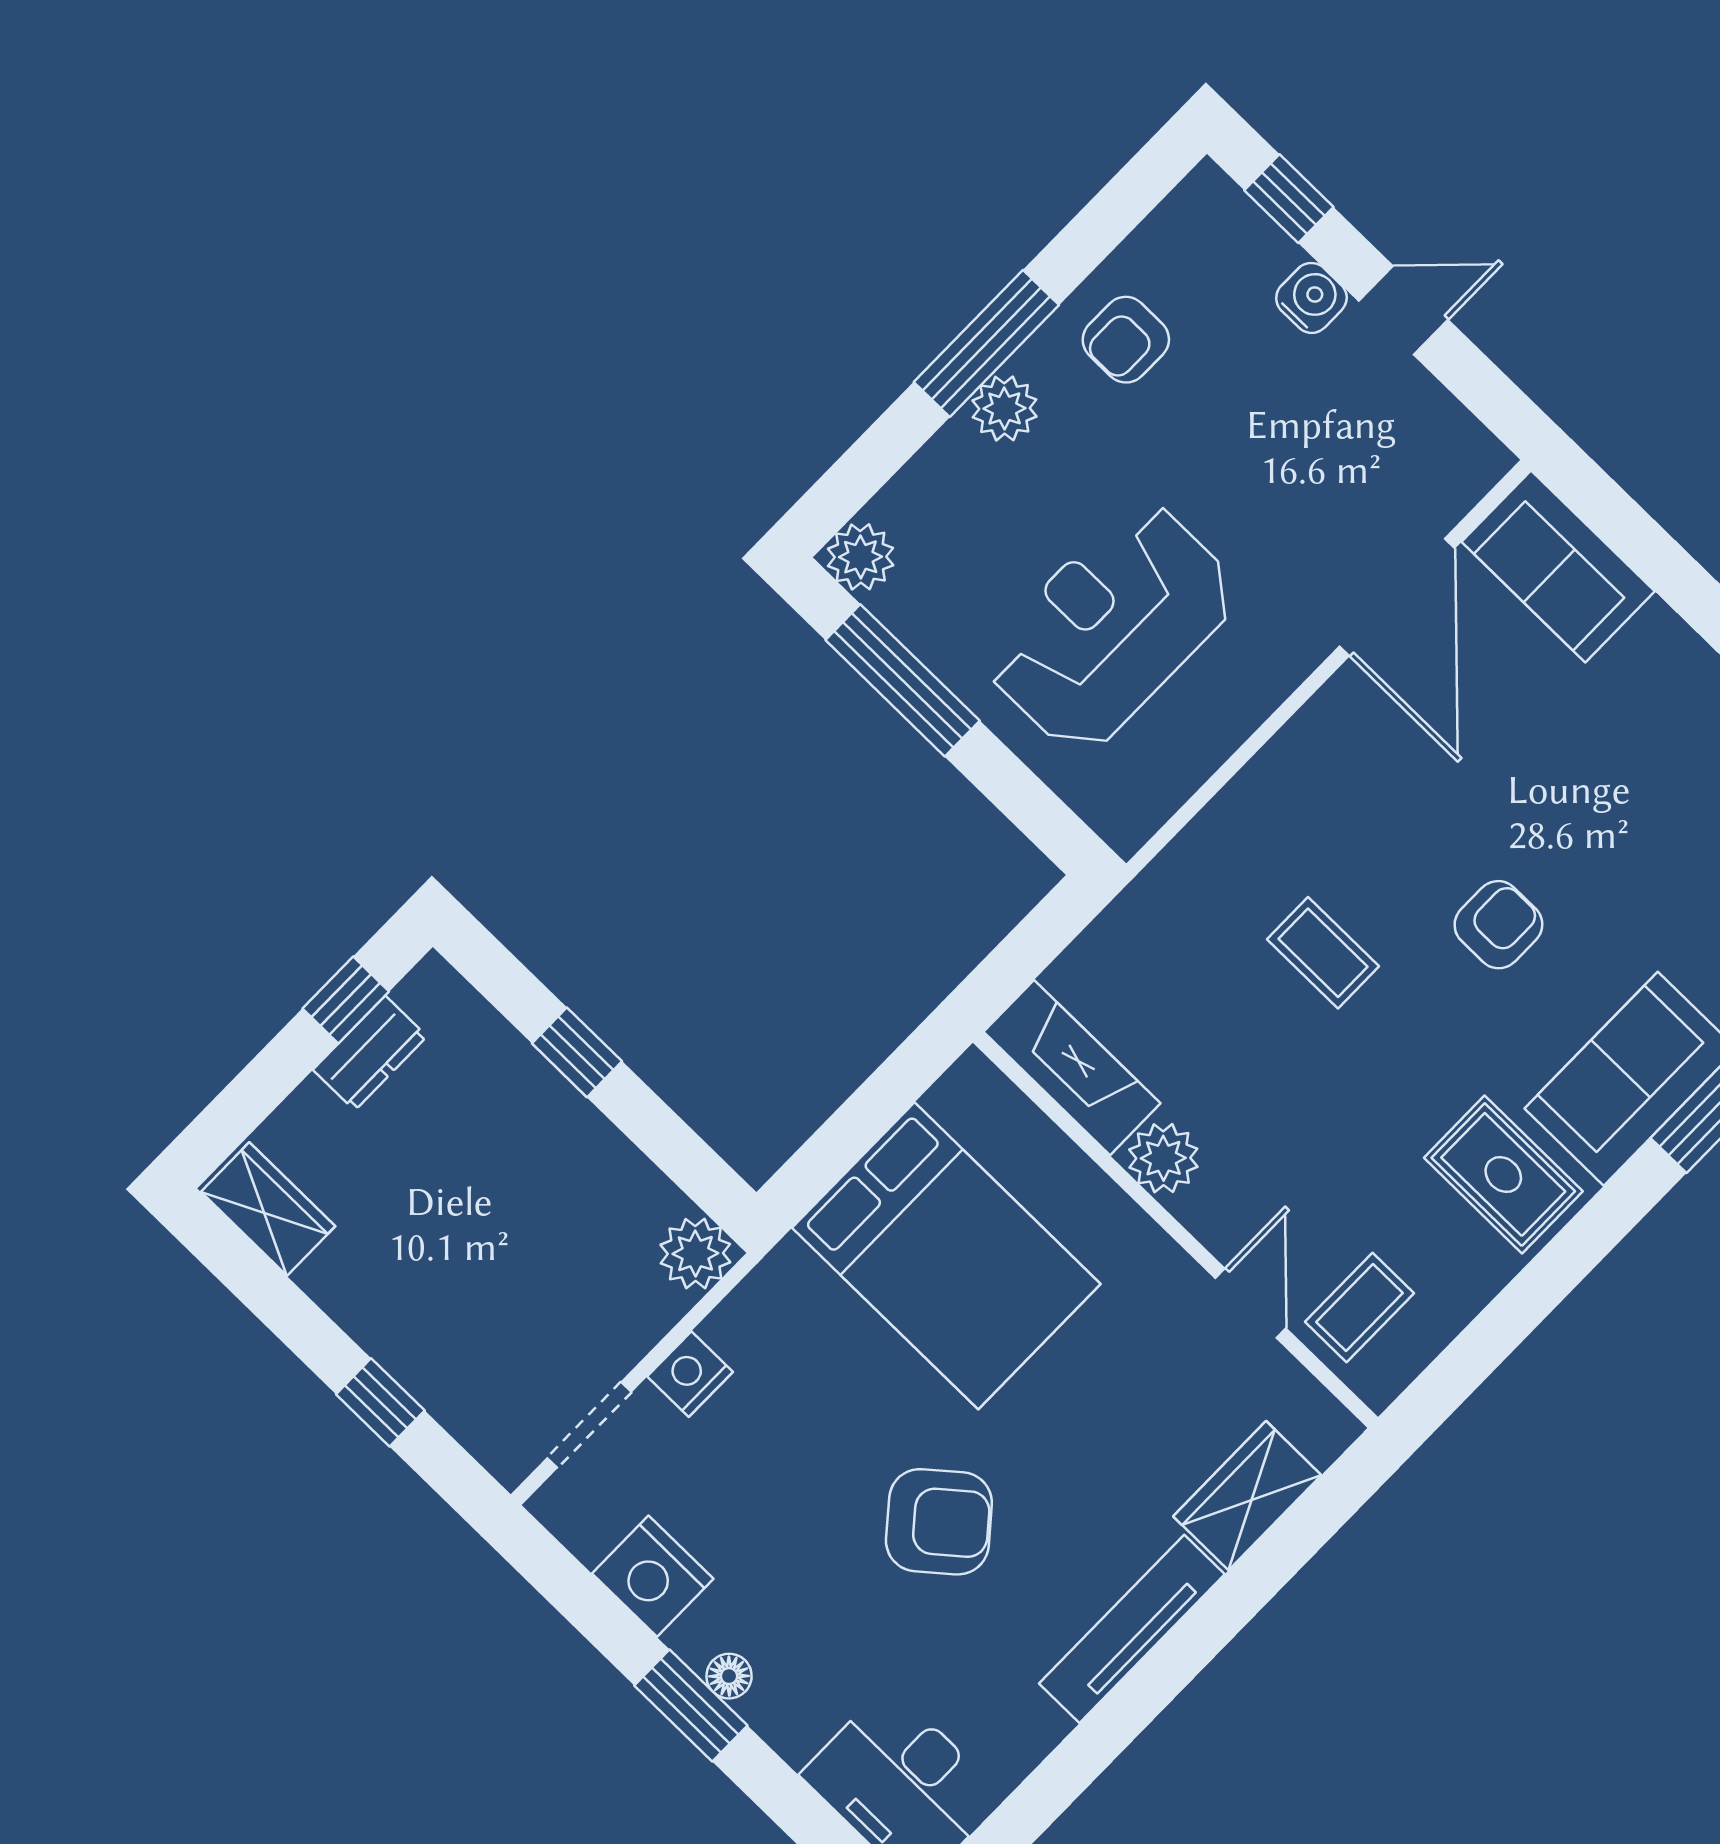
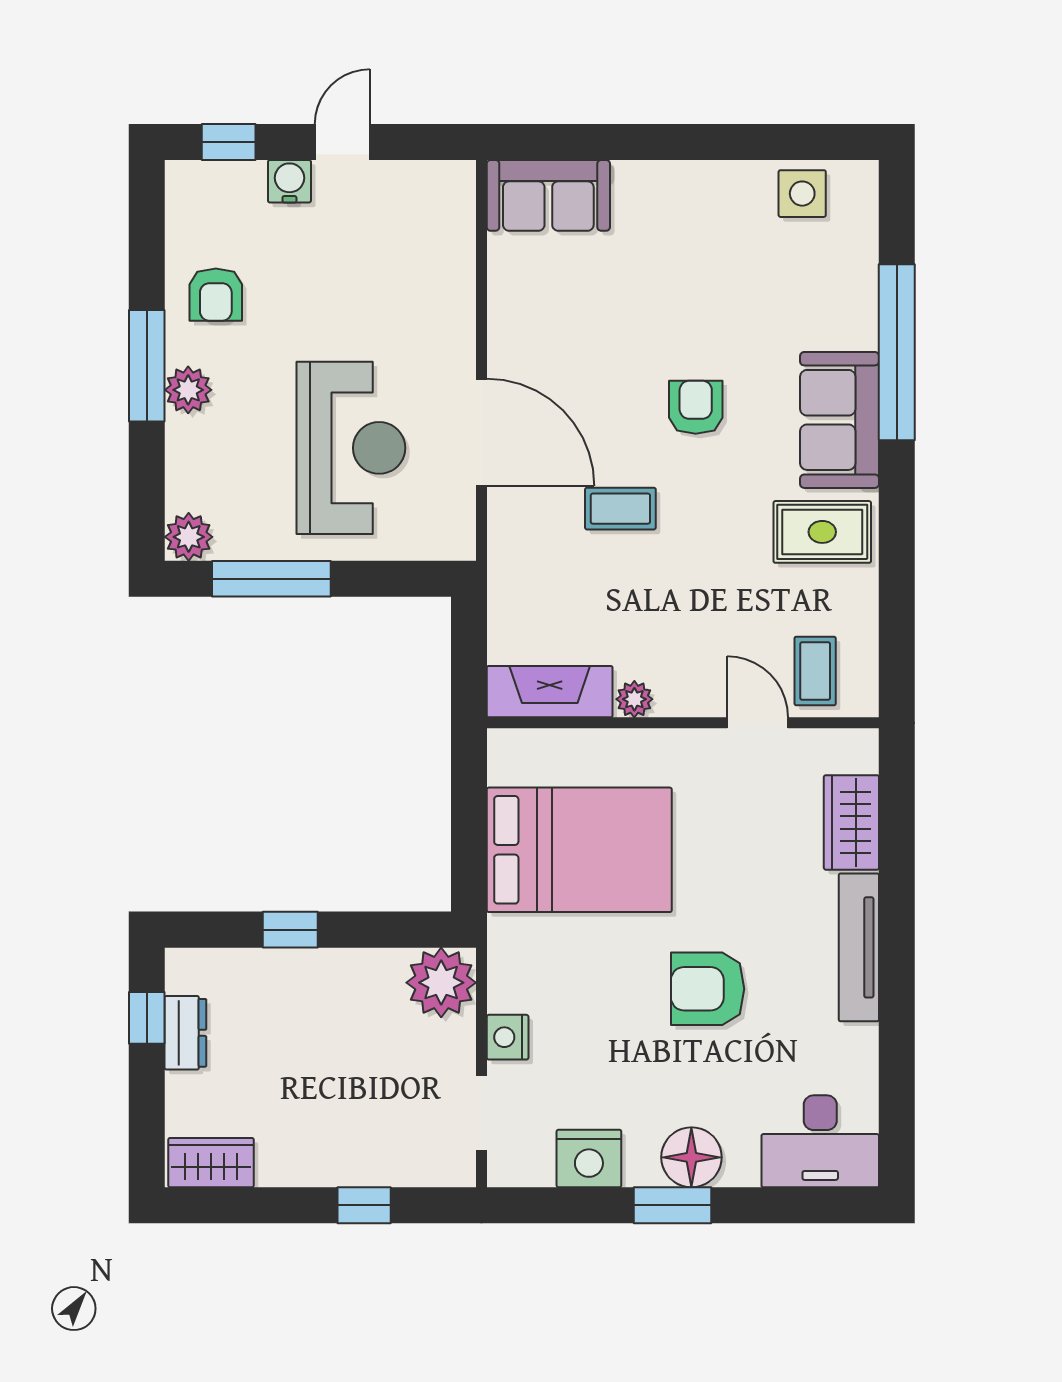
door: (1397, 597) -> (482, 432), moved
reception desk: (1111, 627) -> (351, 448), turned 180
plant: (1163, 1158) -> (634, 699), width x0.73, depth x0.73
plant: (695, 1254) -> (441, 983), width x1.36, depth x1.36
armchair: (939, 1522) -> (708, 989), turned -140
floor lamp: (729, 1676) -> (691, 1157), width x1.89, depth x1.89

